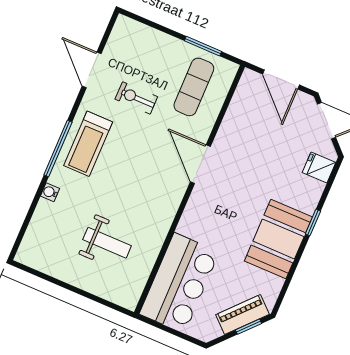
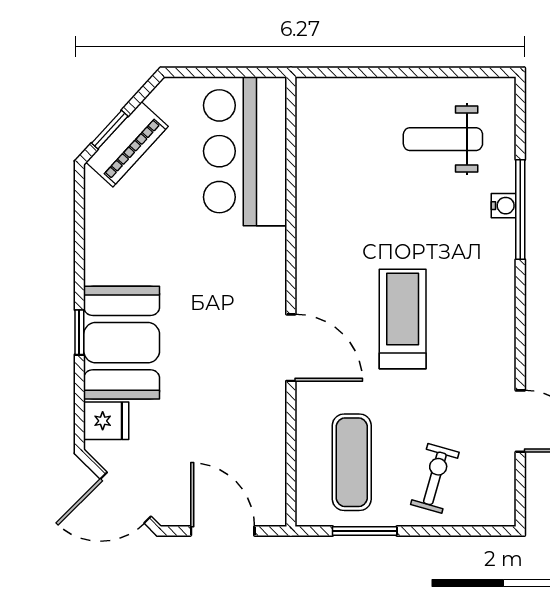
exercise bike: (136, 98) -> (435, 478), moved, turned -74
treadmill: (88, 144) -> (403, 319), moved
window: (58, 149) -> (520, 210), moved
booth: (278, 239) -> (122, 343), moved
weight bench: (107, 243) -> (443, 139), moved

